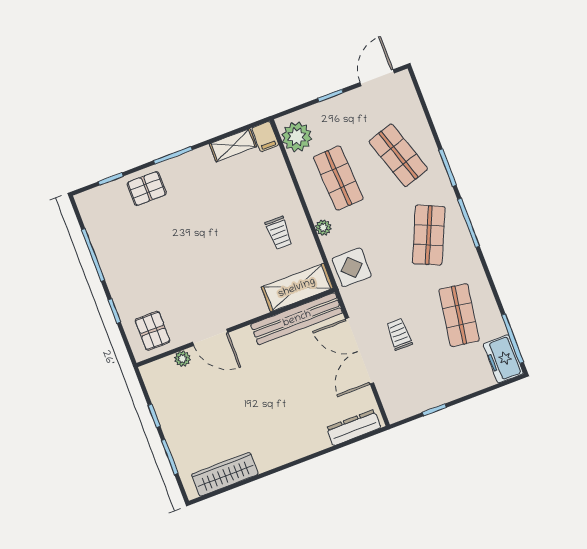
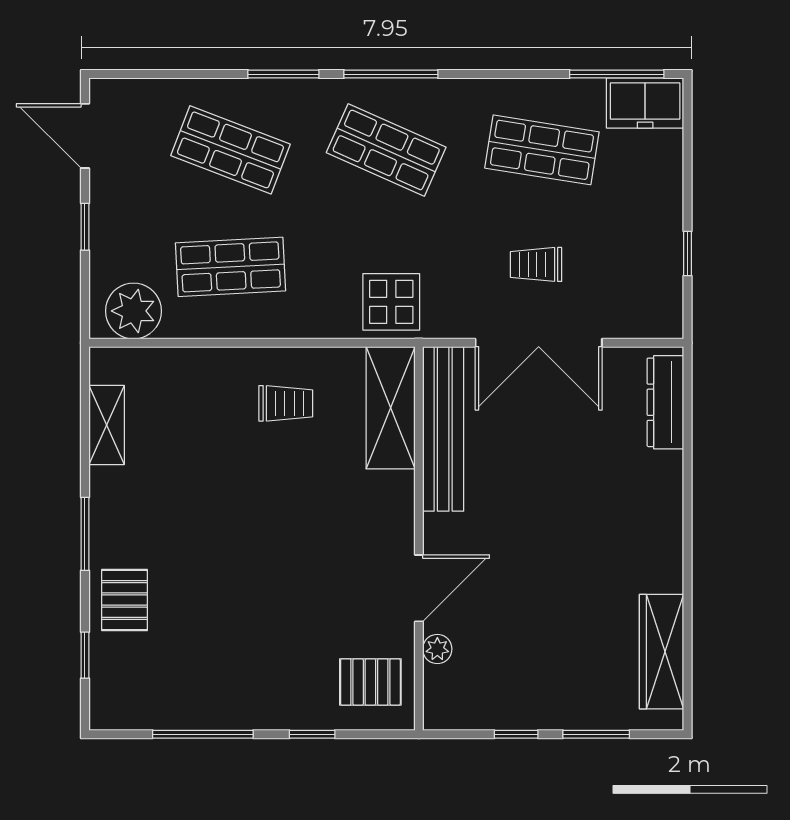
filing cabinet: (265, 137) -> (113, 364), removed
shop shelf: (398, 155) -> (230, 150), turned 39
plant: (323, 228) -> (305, 324), removed

